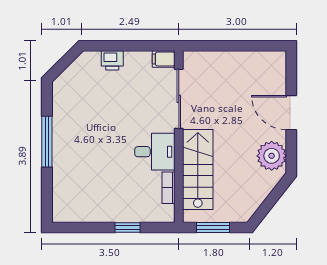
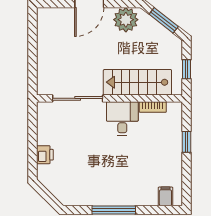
filing cabinet: (164, 59) -> (165, 196), moved, turned 180
window: (271, 201) -> (164, 20), added
window: (213, 227) -> (186, 69), width x0.67

